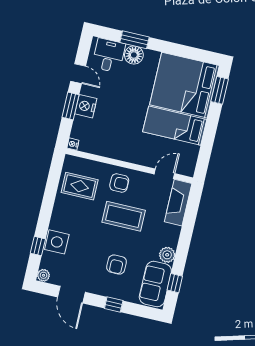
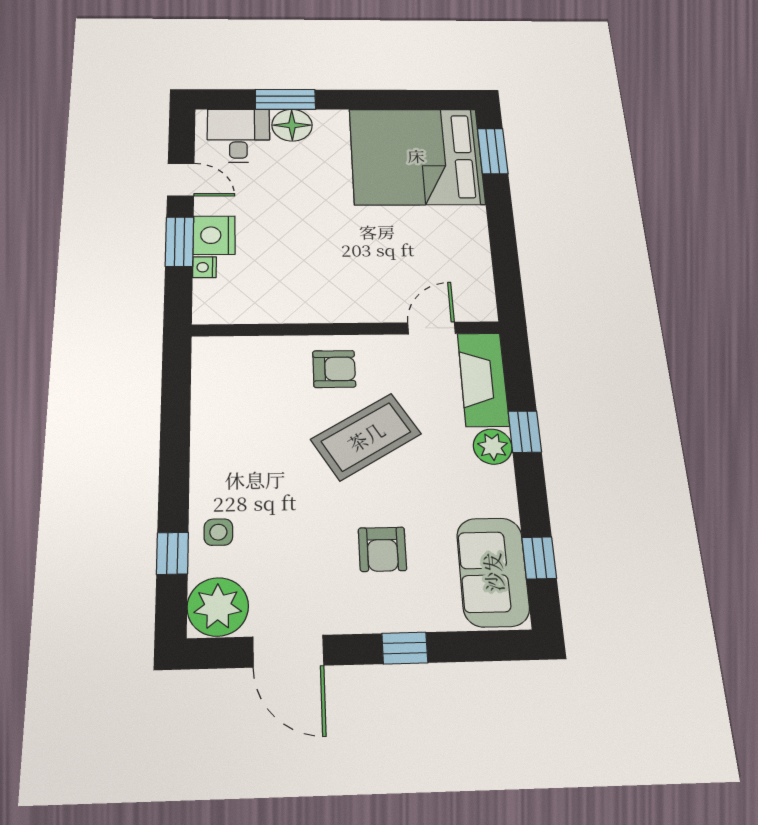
bed: (175, 126) -> (422, 232), removed
nightstand: (73, 144) -> (204, 267), moved
rug: (80, 186) -> (243, 396), removed
coffee table: (124, 216) -> (366, 437), turned -31
window: (187, 230) -> (525, 432), added
side table: (57, 242) -> (218, 532), width x0.54, depth x0.54
plant: (167, 255) -> (493, 447), moved
plant: (43, 275) -> (218, 607), width x1.87, depth x1.87

